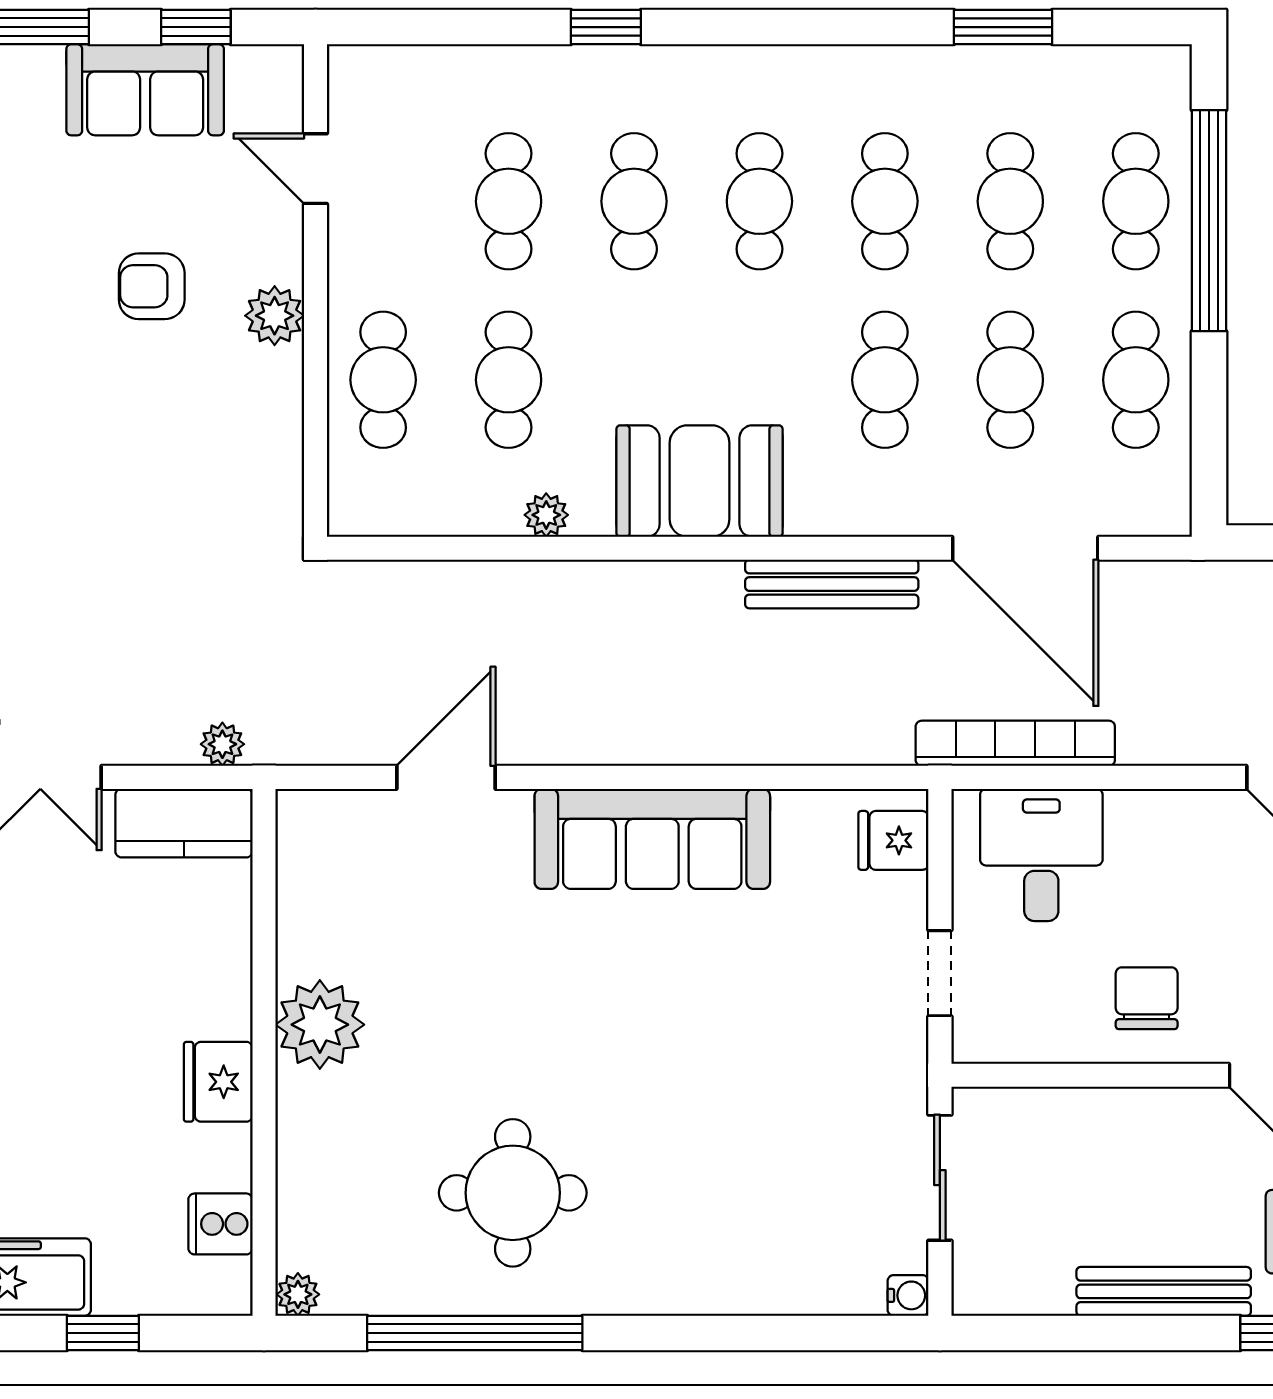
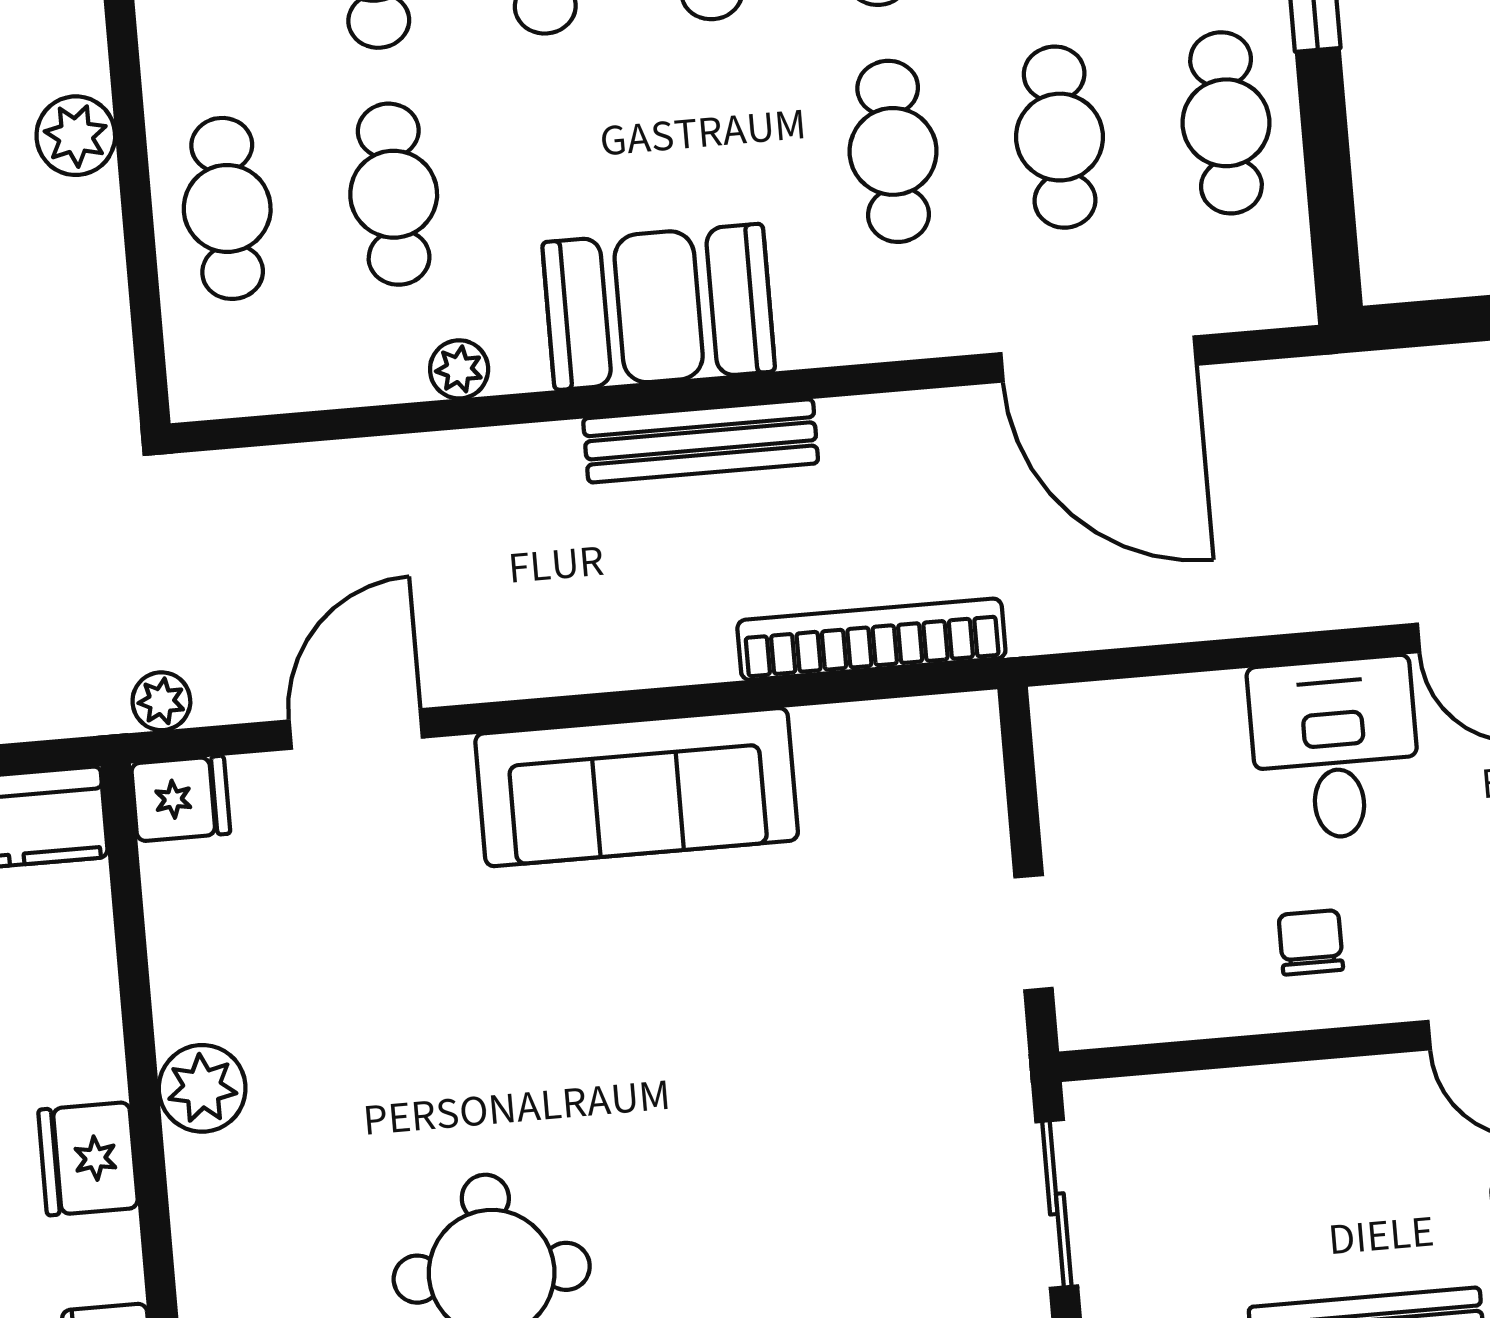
bench: (832, 584) -> (701, 441), moved
bookcase: (1015, 743) -> (871, 639), moved
plant: (222, 744) -> (161, 701), moved
fridge: (893, 840) -> (181, 799), moved, turned 180
desk: (1041, 855) -> (1335, 749), moved
chair: (1147, 998) -> (1311, 942), width x0.73, depth x0.73
plant: (320, 1025) -> (202, 1088), width x0.73, depth x0.73

